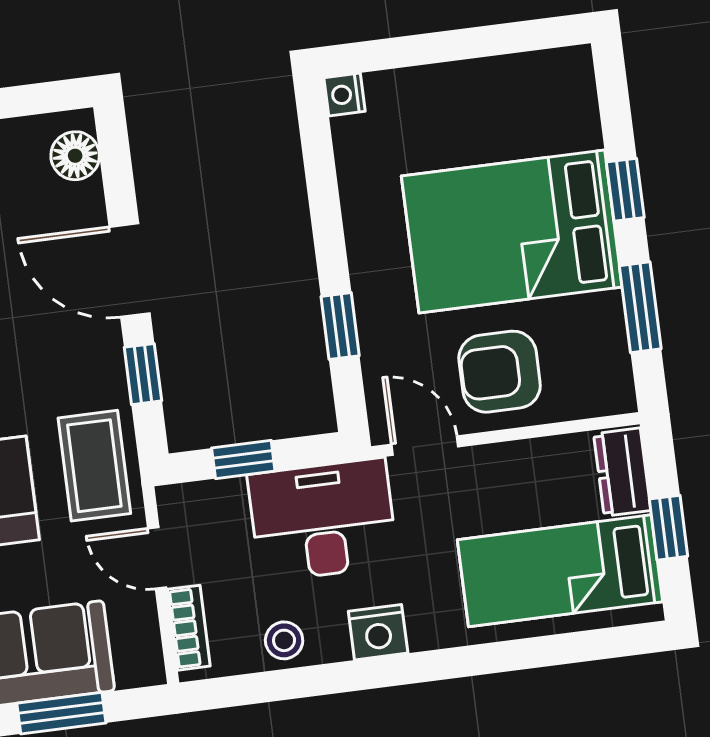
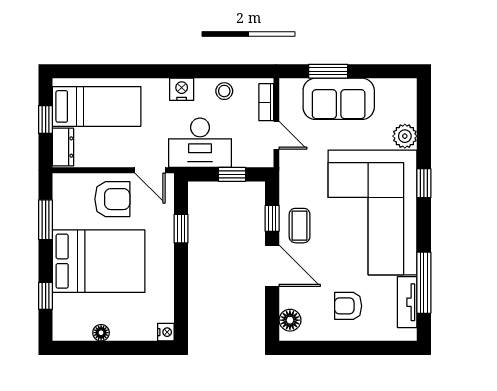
floor lamp: (487, 75) -> (101, 333), added
window: (625, 190) -> (46, 296), moved
coffee table: (94, 466) -> (300, 226), moved, width x0.73, depth x0.77

